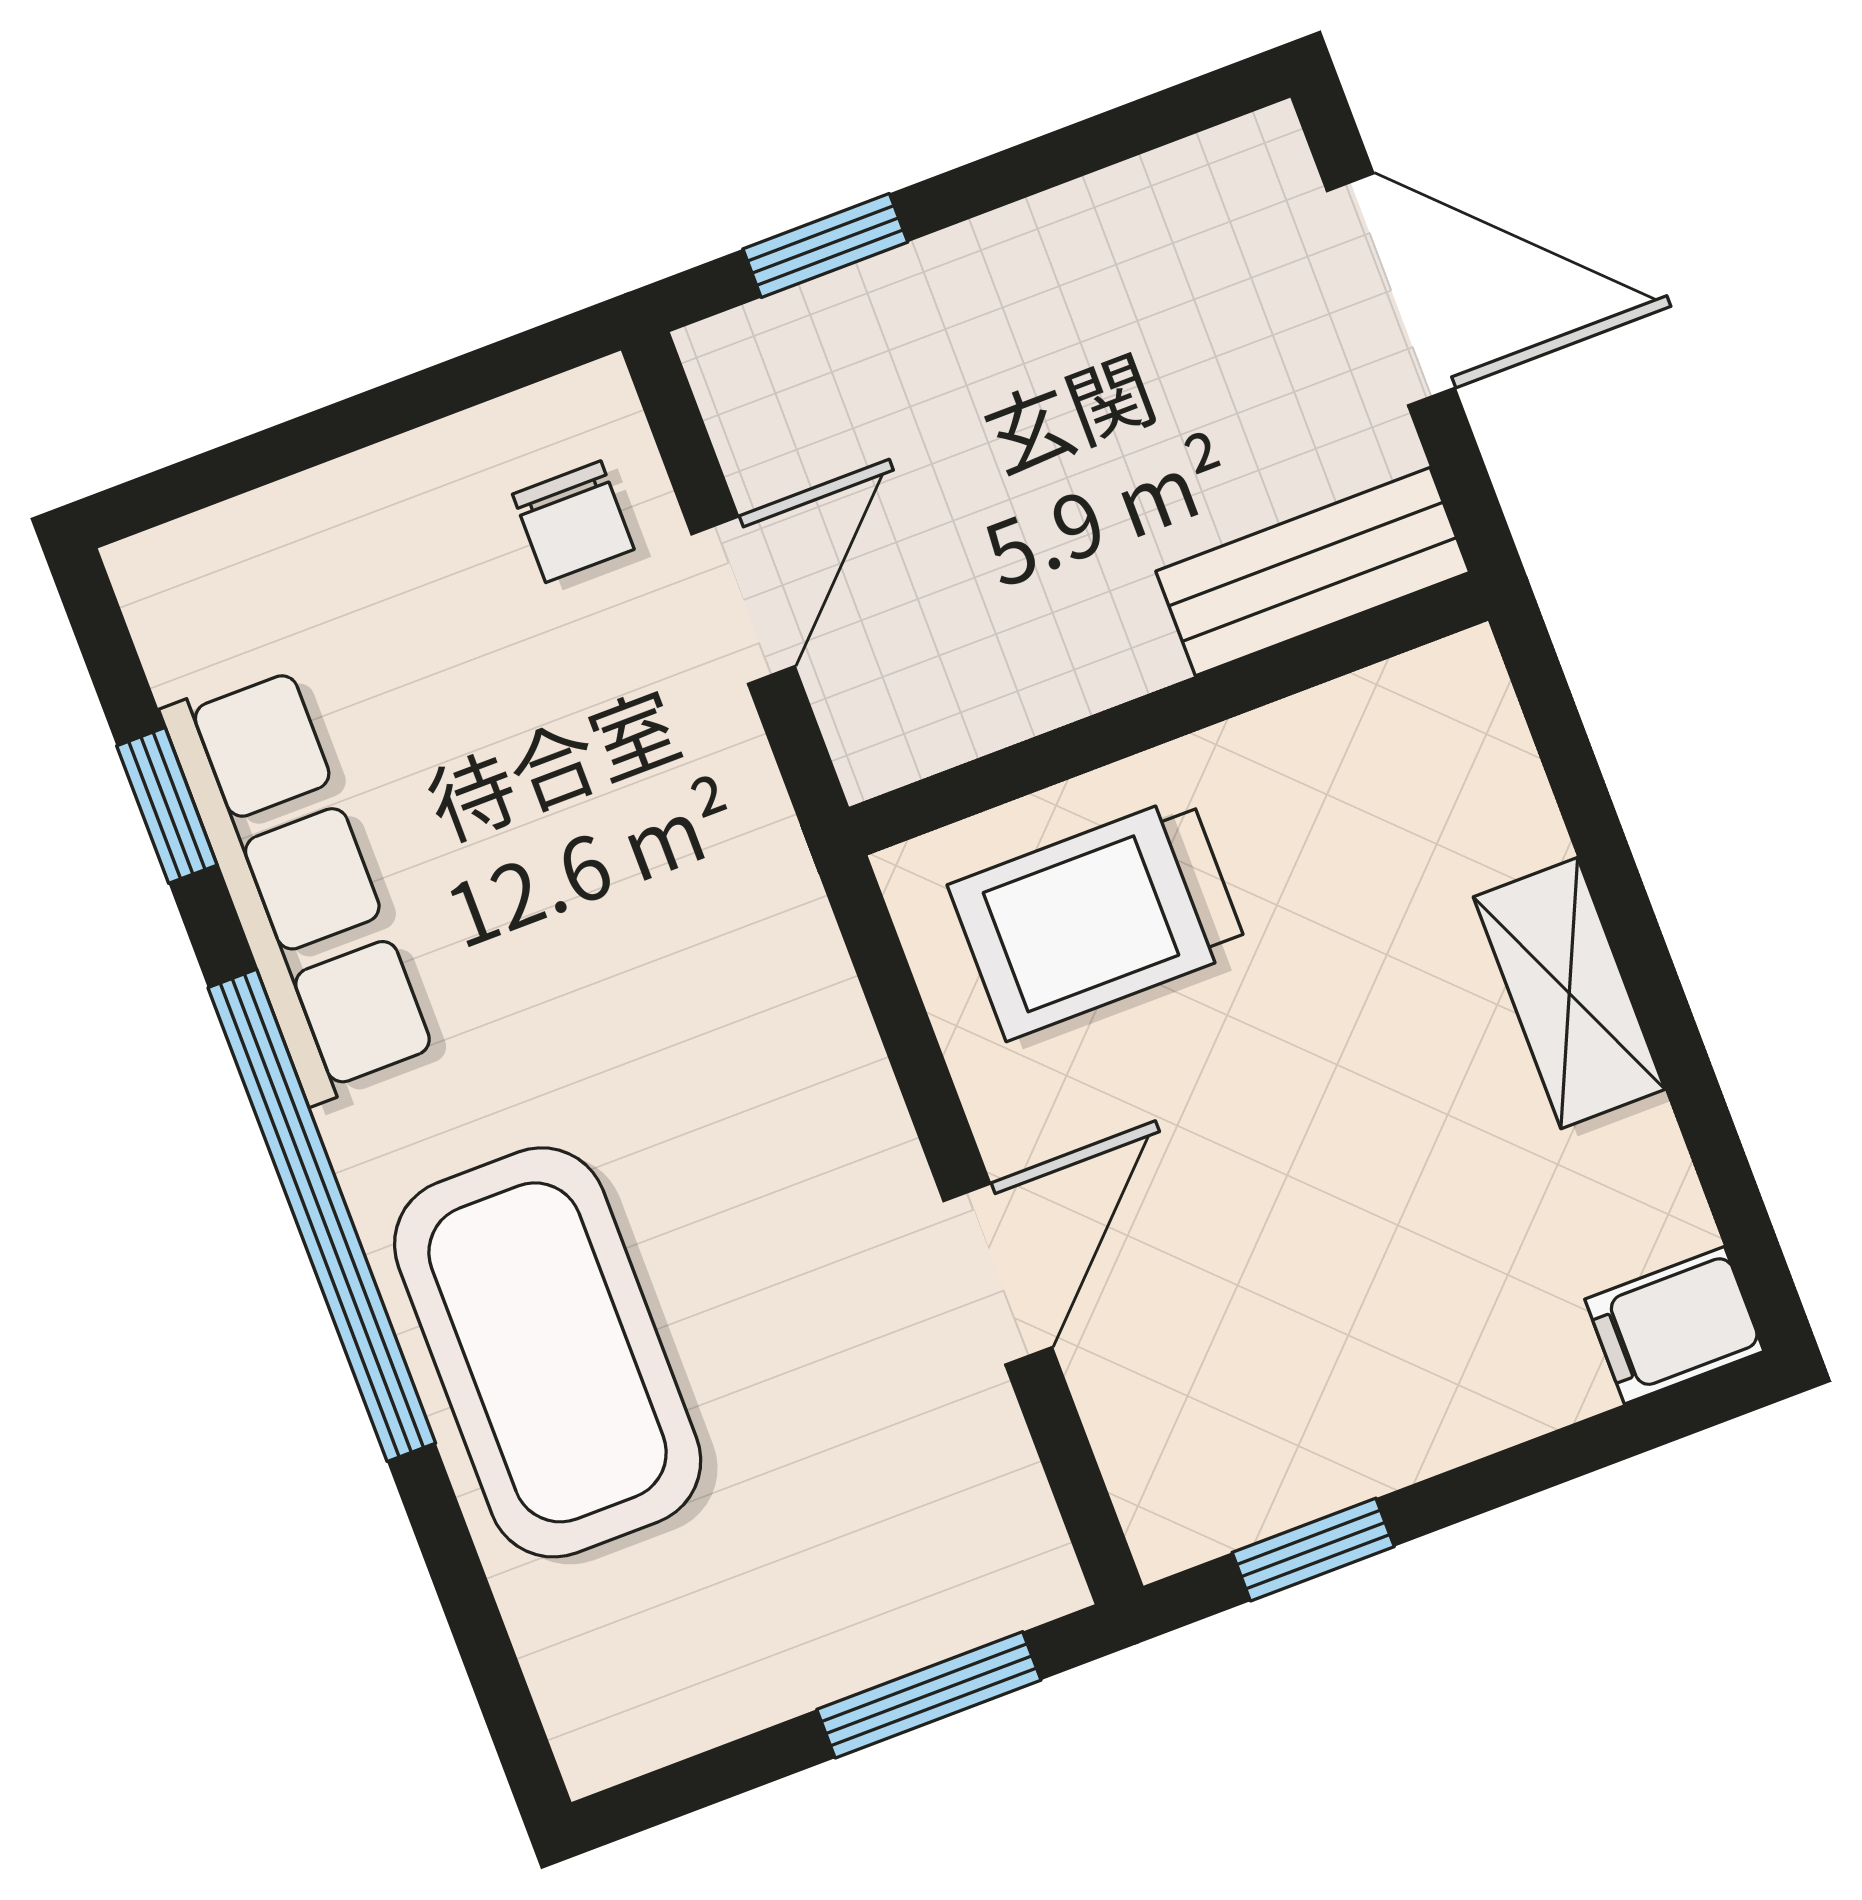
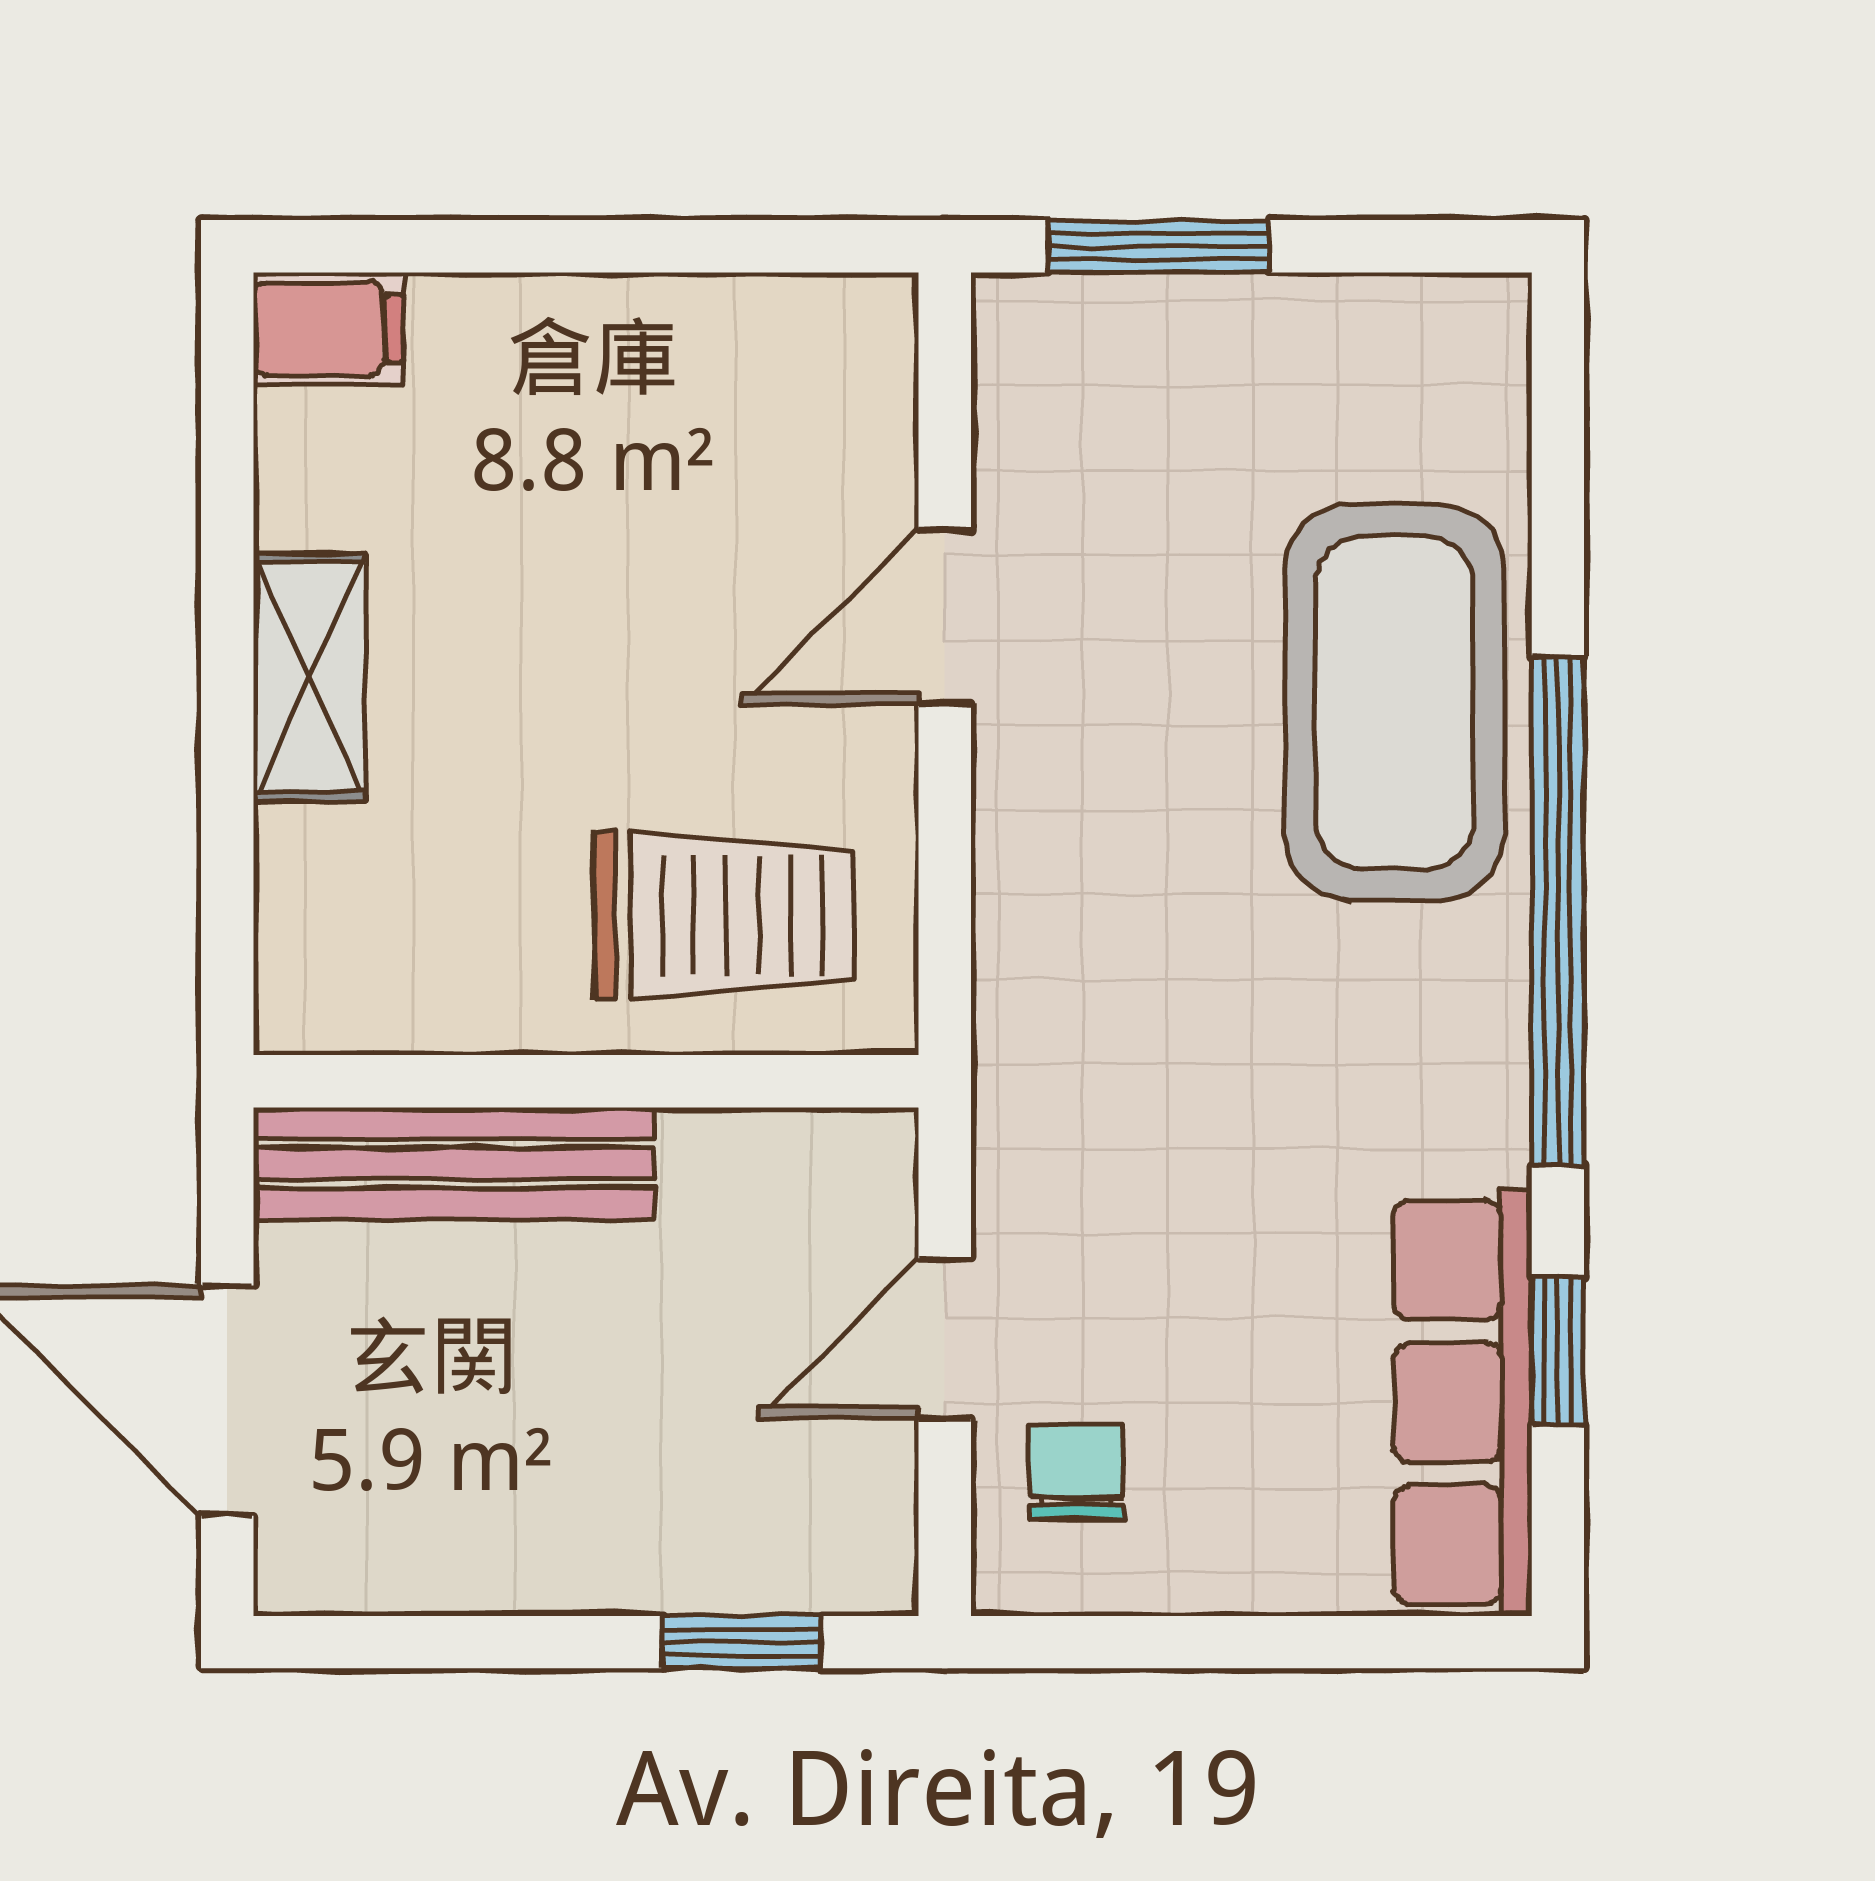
bench: (1313, 572) -> (454, 1163), width x1.36
row of seats: (298, 884) -> (1463, 1402), moved
window: (1313, 1550) -> (747, 246), removed

